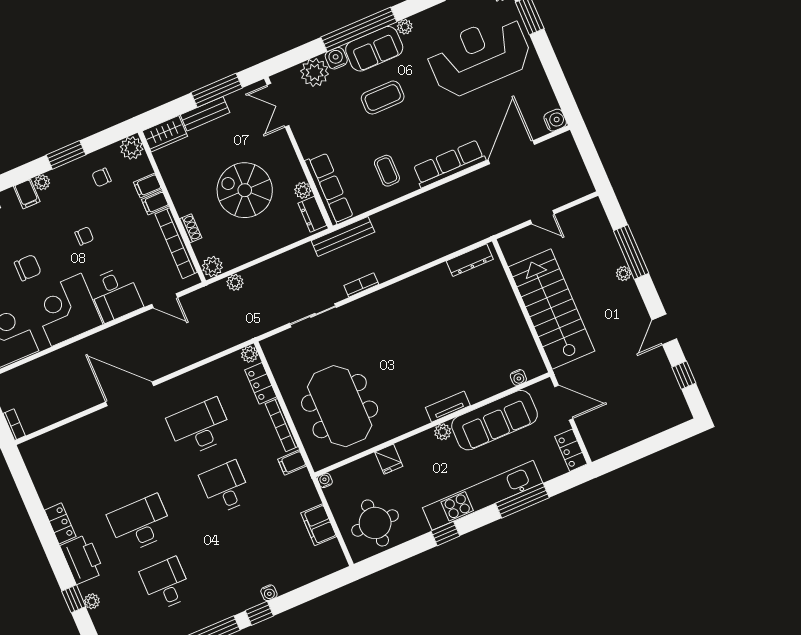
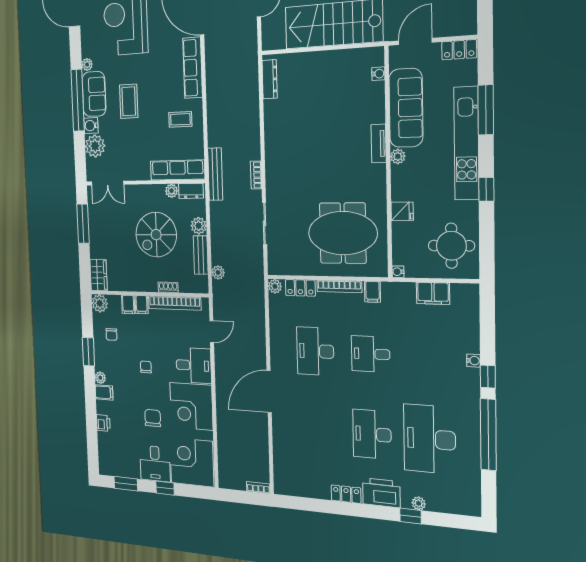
bench: (205, 114) -> (201, 255), moved
plant: (212, 267) -> (199, 226), moved
desk: (166, 584) -> (429, 439), width x1.87, depth x1.30

